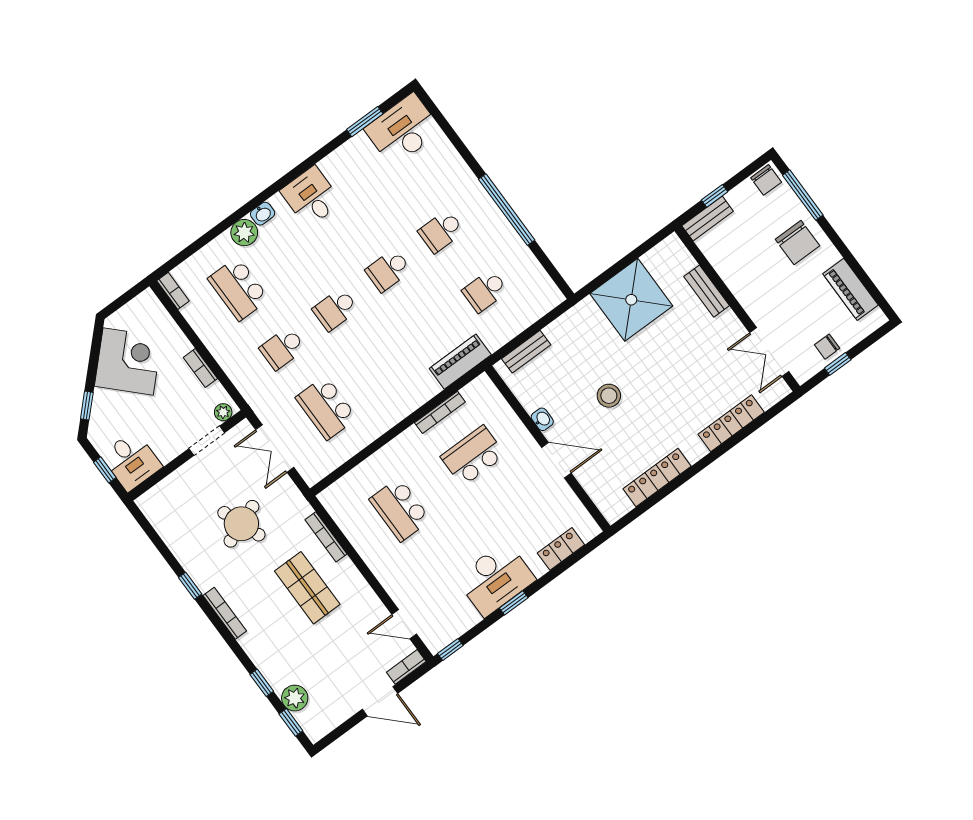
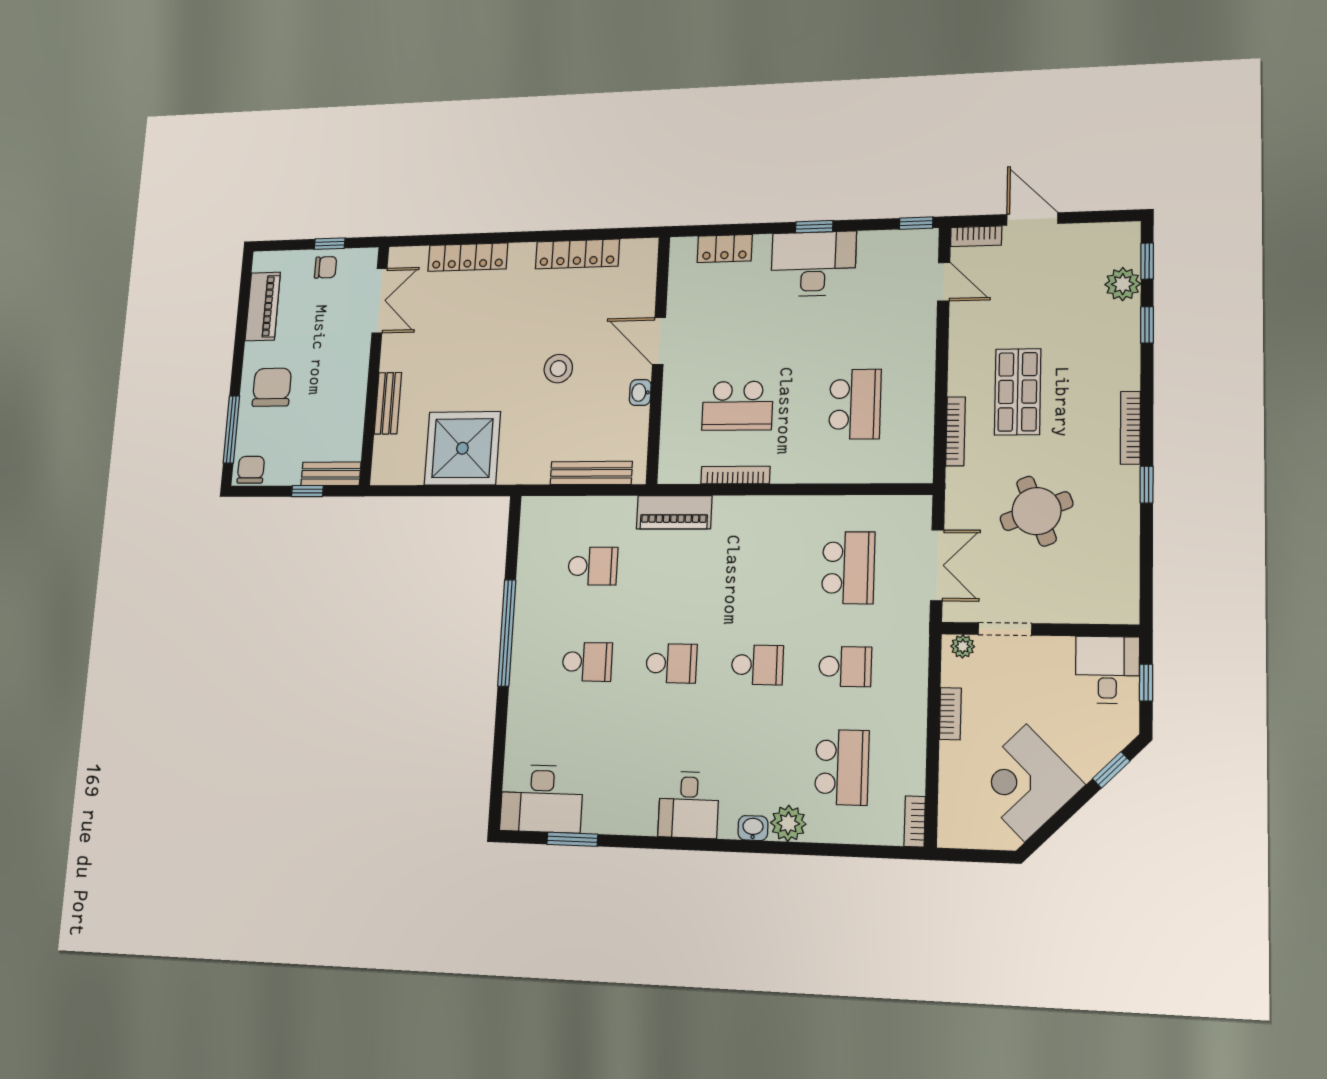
bench: (526, 352) -> (591, 473), width x1.36

